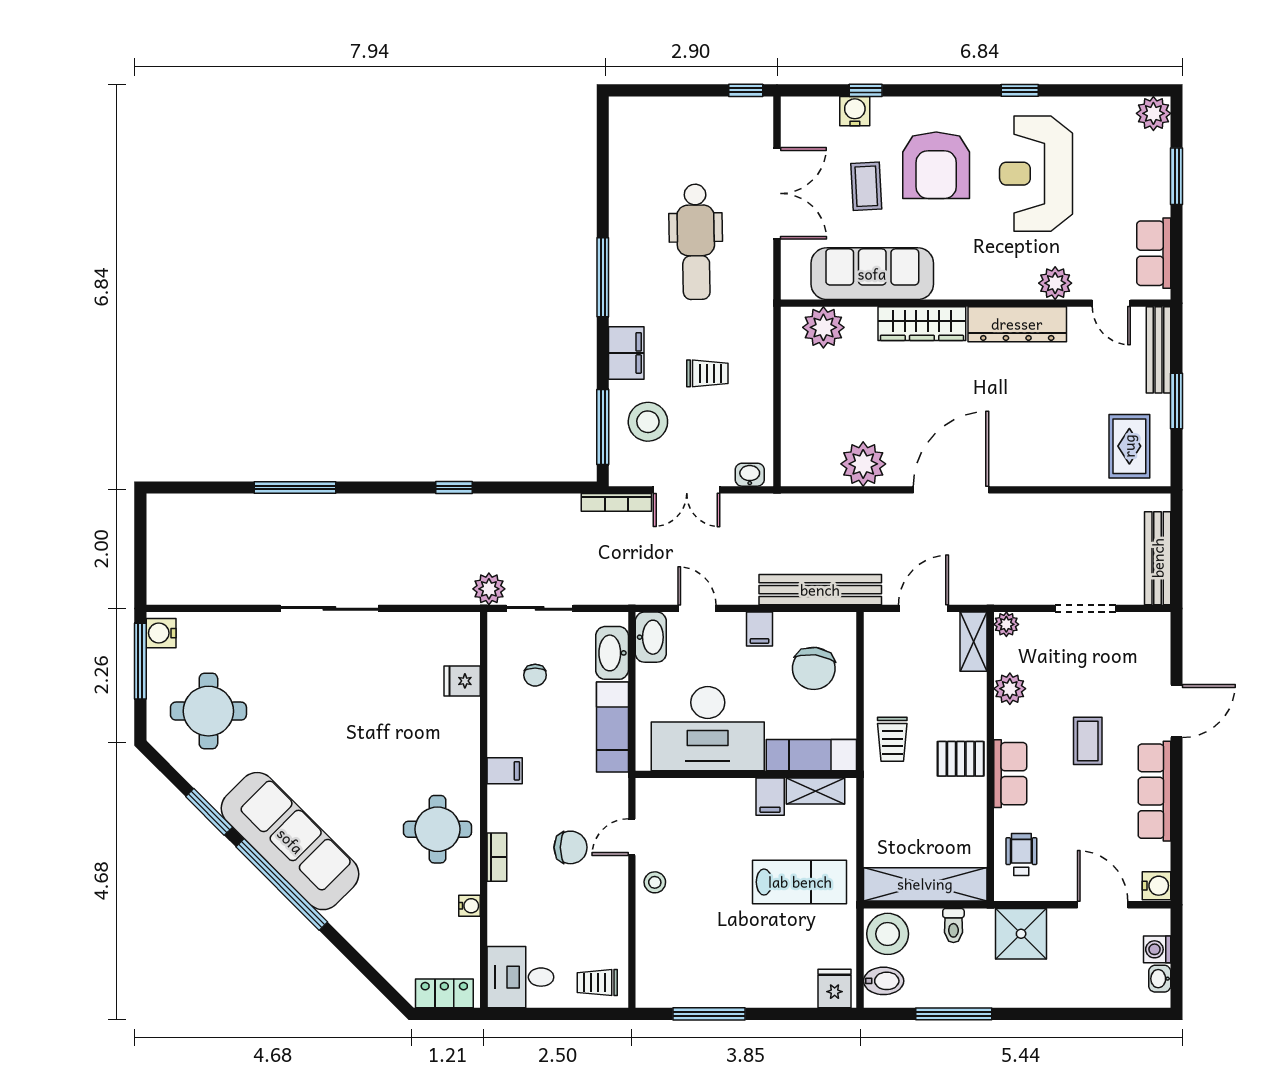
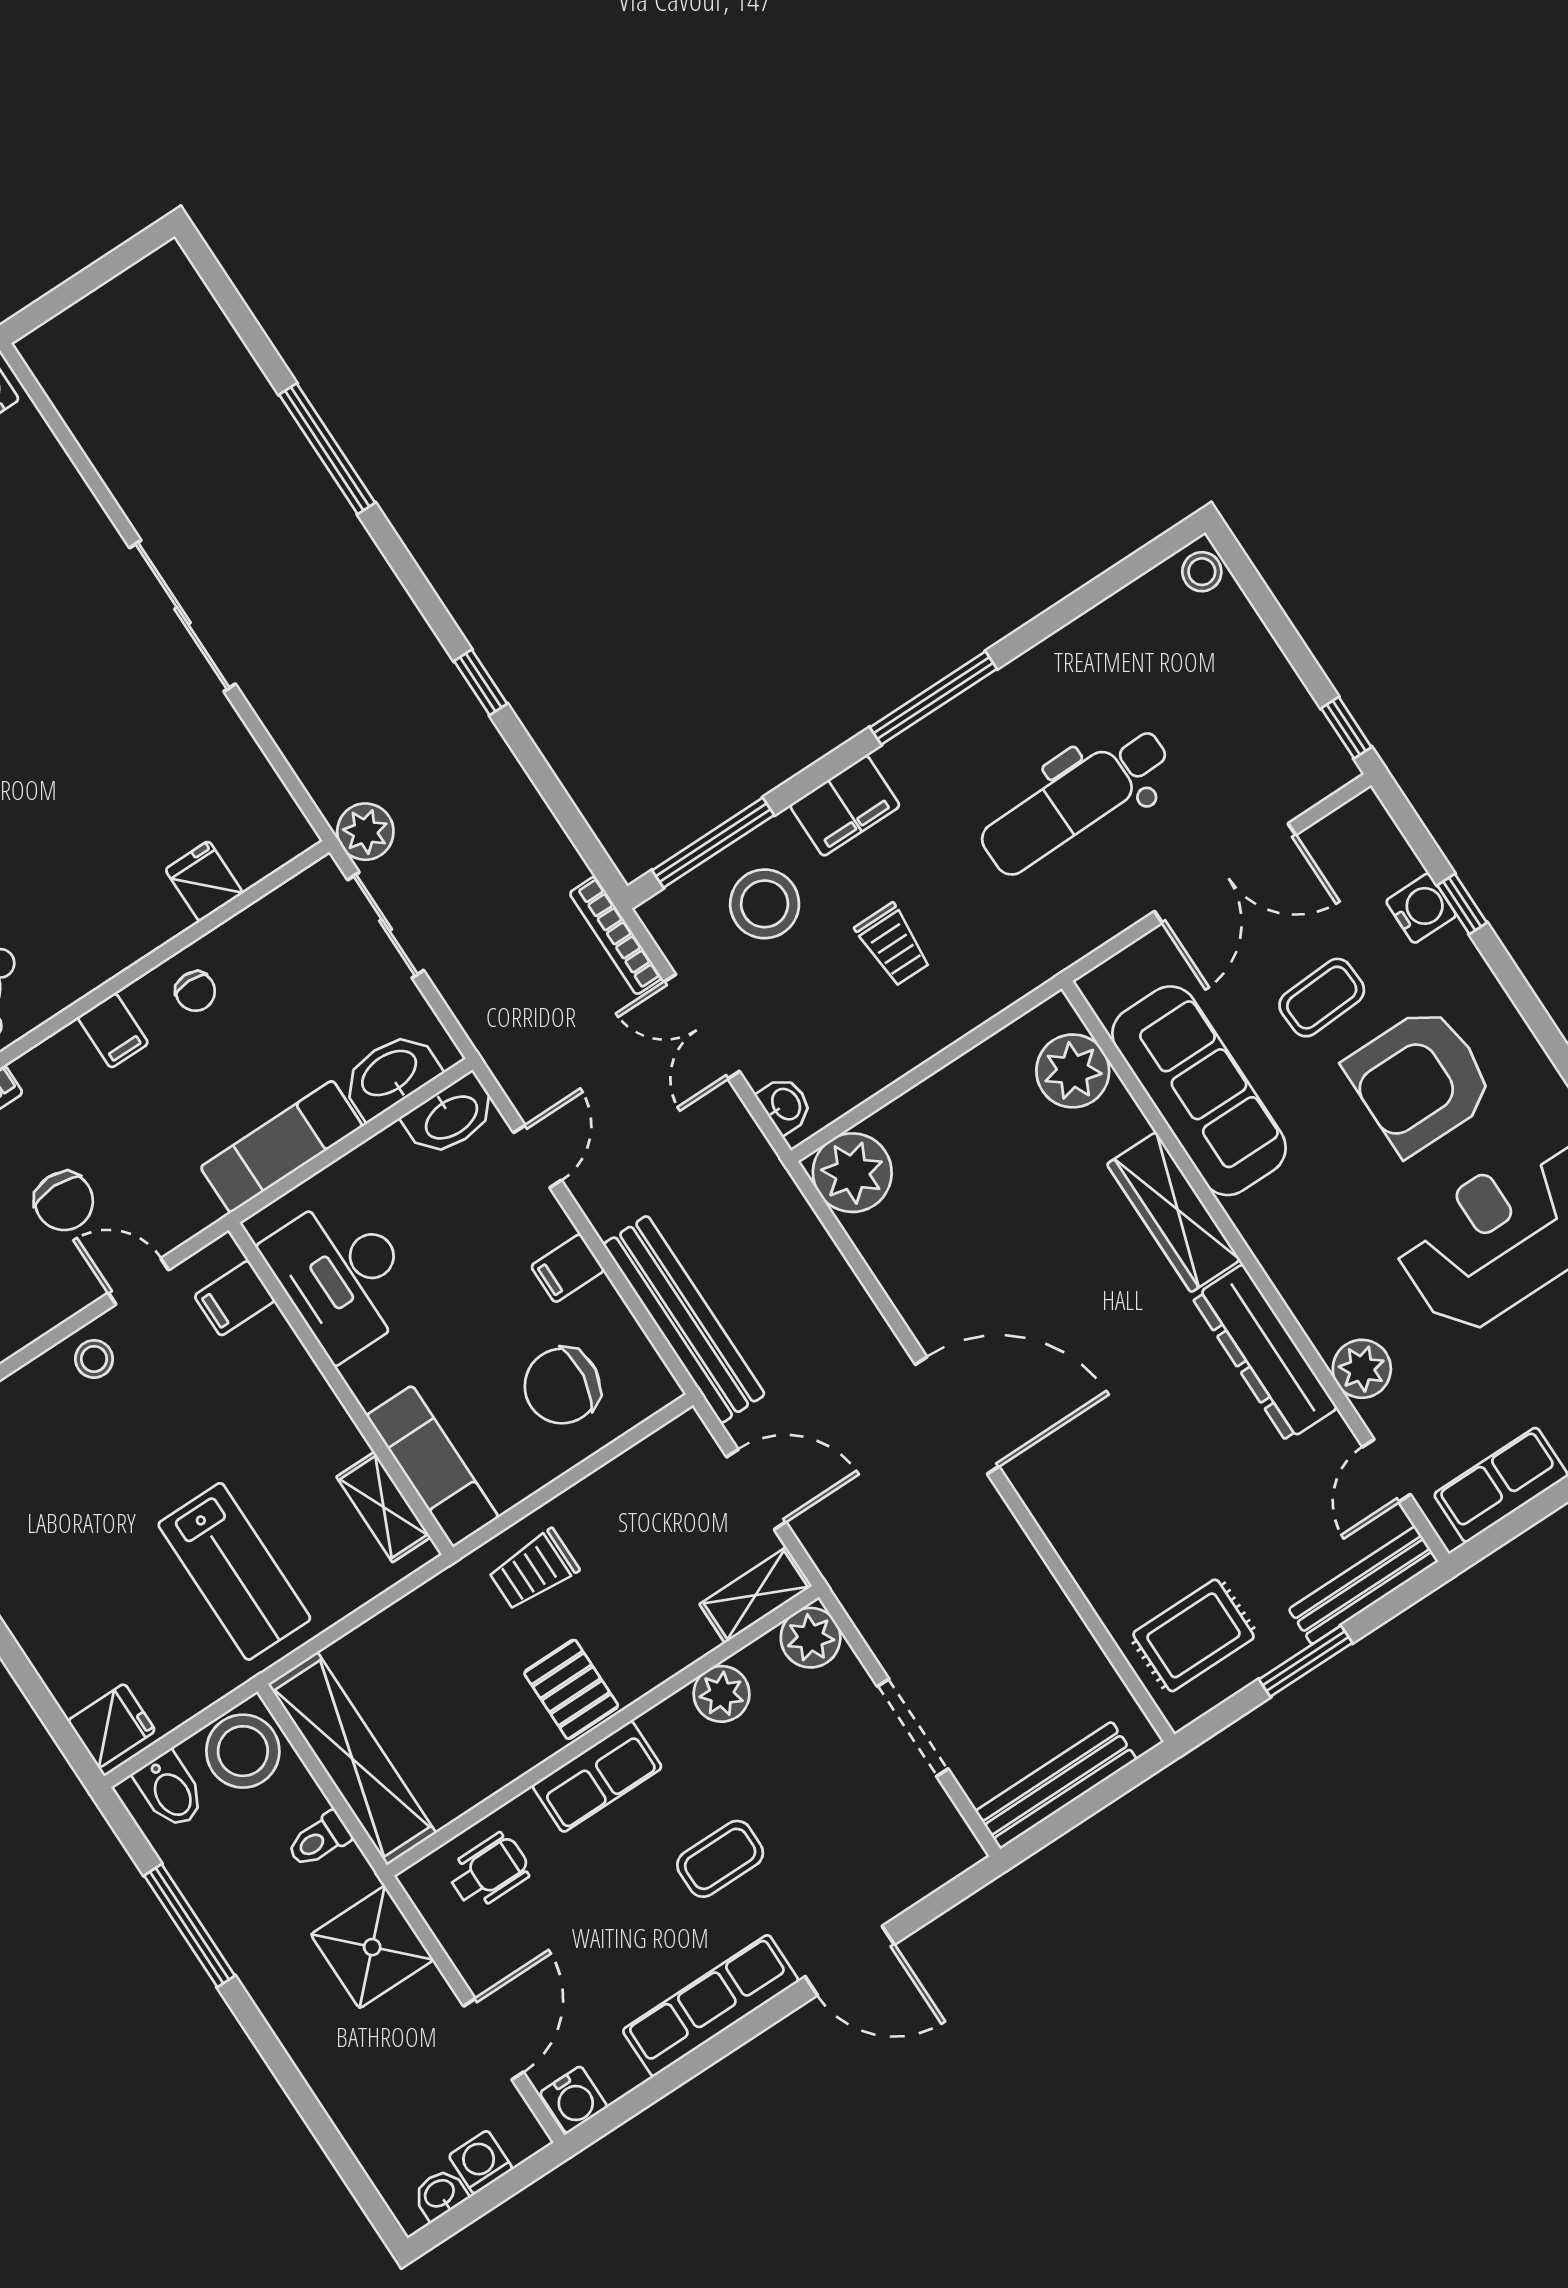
stool: (627, 110) -> (1202, 572), added
plant: (863, 464) -> (852, 1173), moved
plant: (1006, 624) -> (811, 1638), width x1.38, depth x1.38
chair: (535, 675) -> (195, 991), moved, turned -90
desk: (708, 729) -> (342, 1276), width x0.73, depth x0.77
filing cabinet: (770, 797) -> (235, 1298), moved

